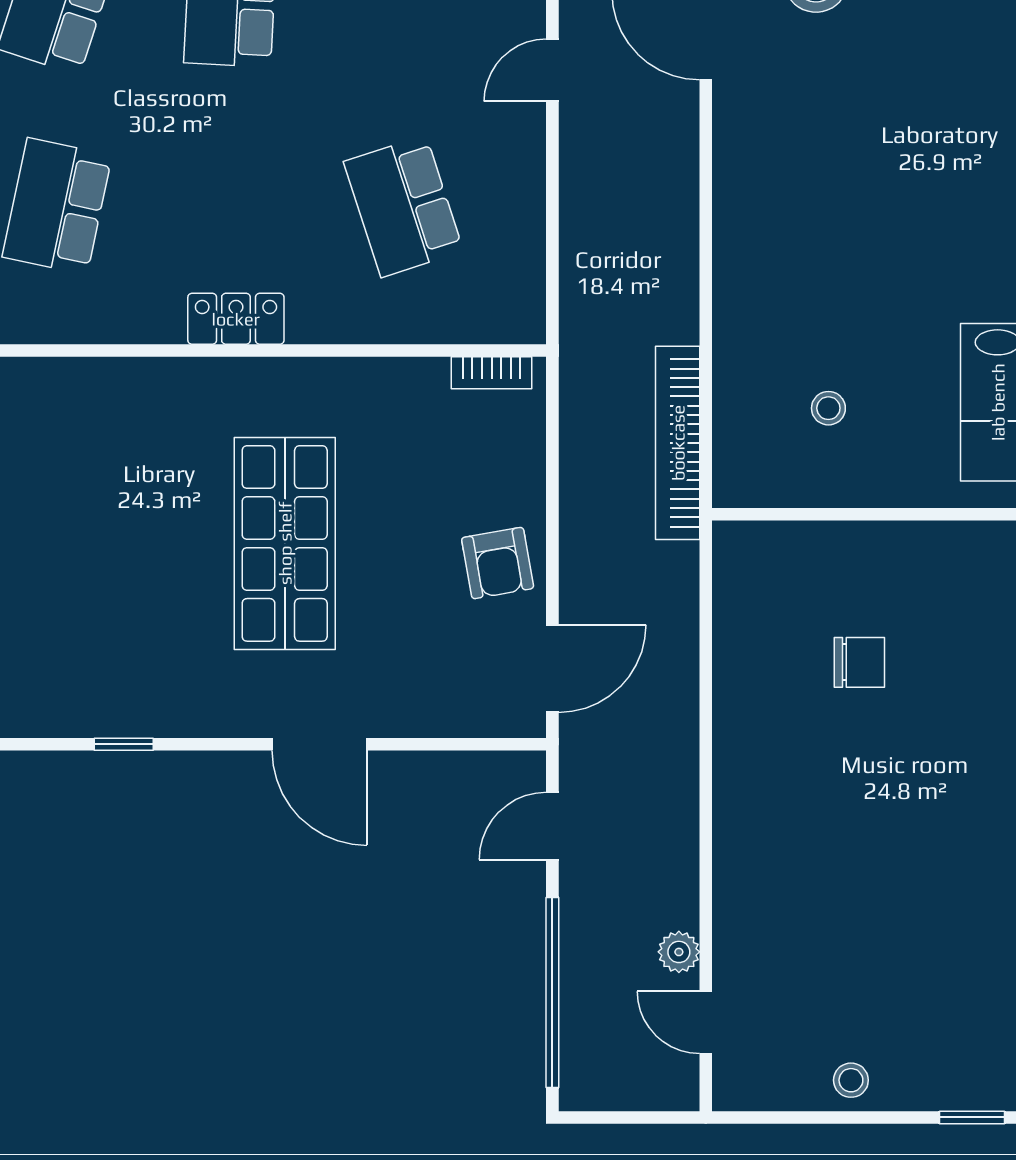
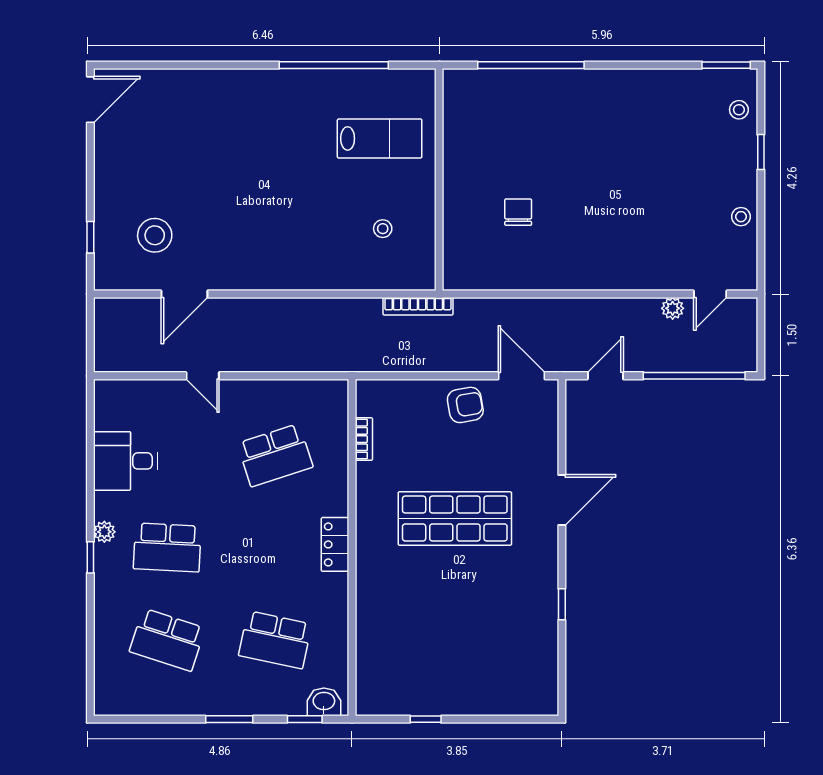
bookcase: (492, 373) -> (364, 439), moved
bookcase: (678, 443) -> (418, 306), width x0.68, depth x0.76
door: (552, 826) -> (605, 376), swing flipped

